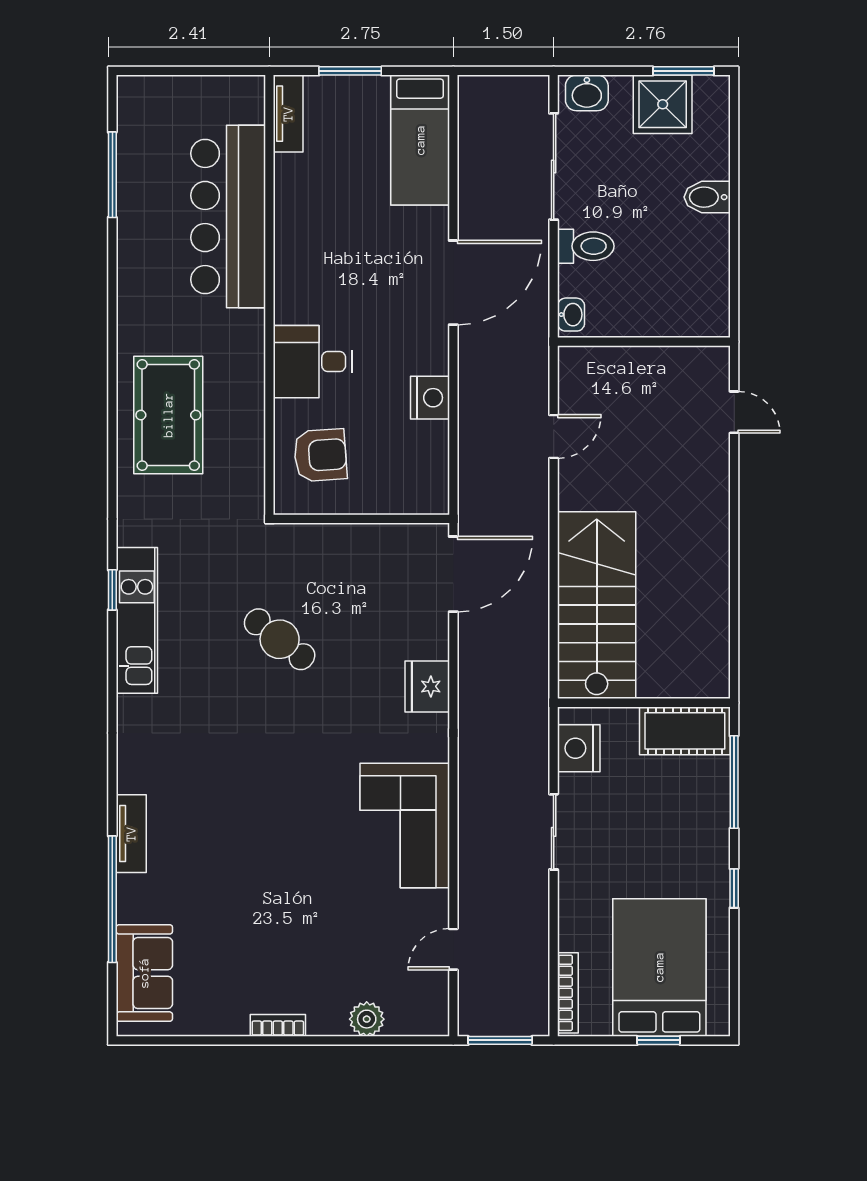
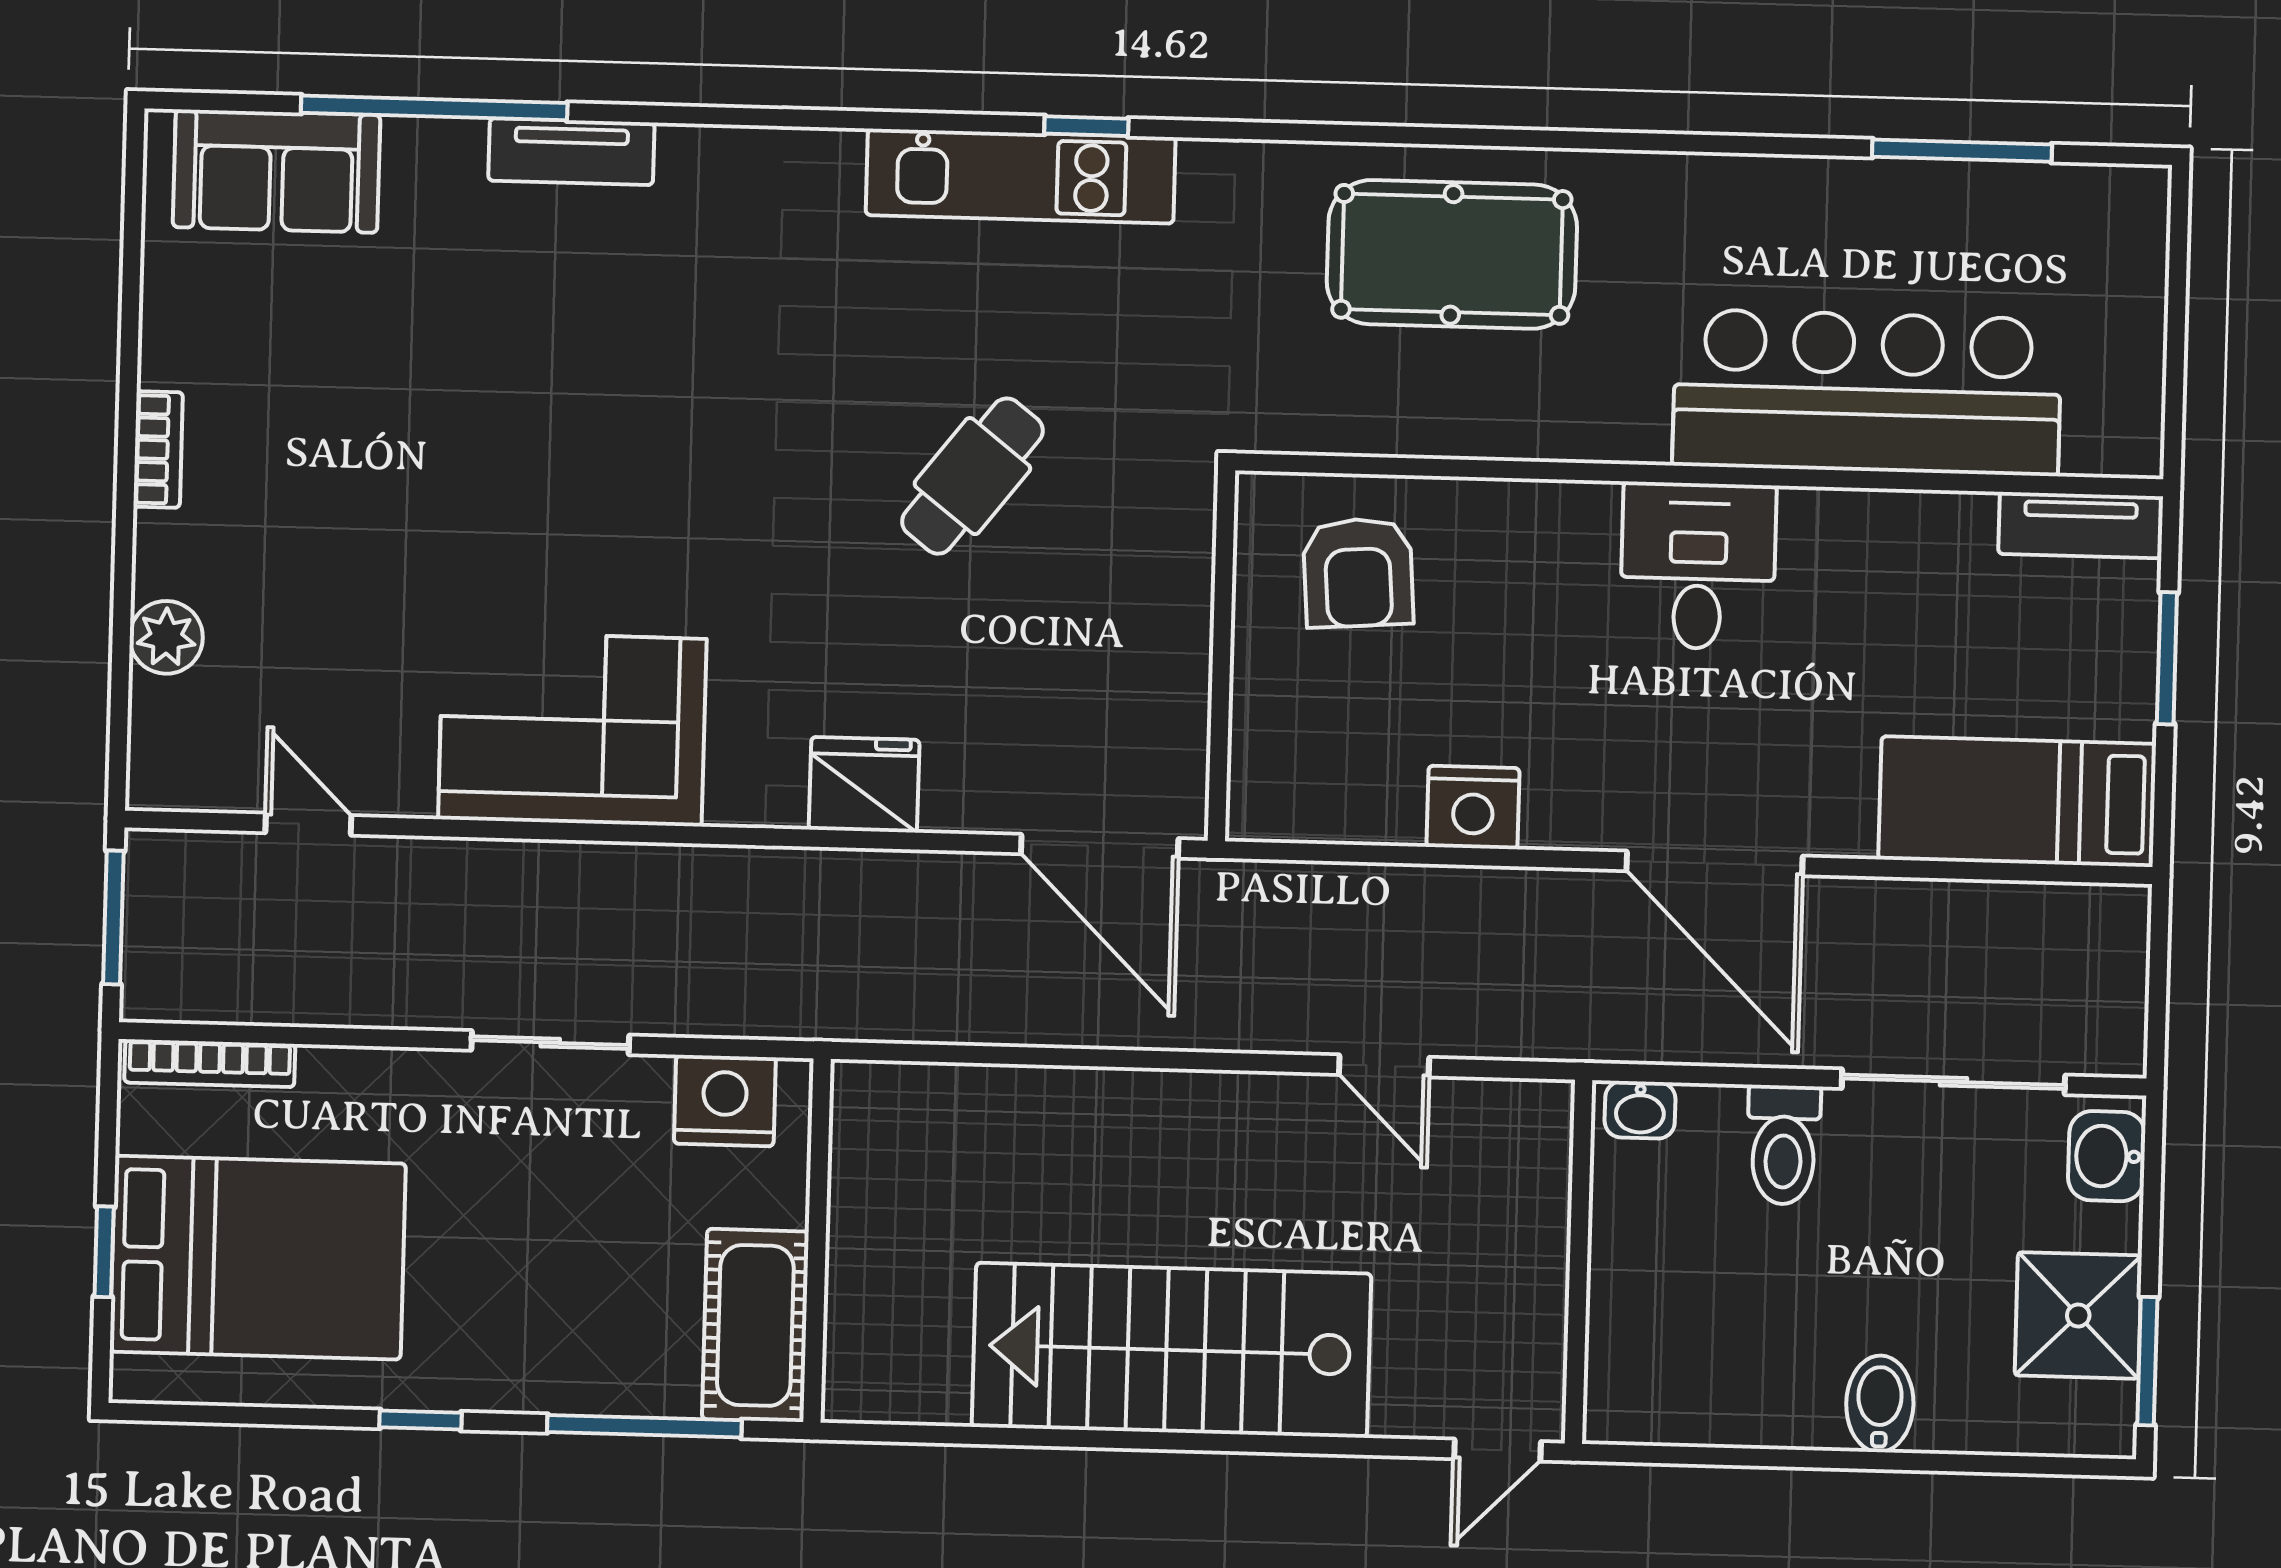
desk: (313, 362) -> (1698, 566), moved
door: (734, 412) -> (1498, 1450), moved
stairs: (597, 605) -> (1171, 1350), moved, turned 180

